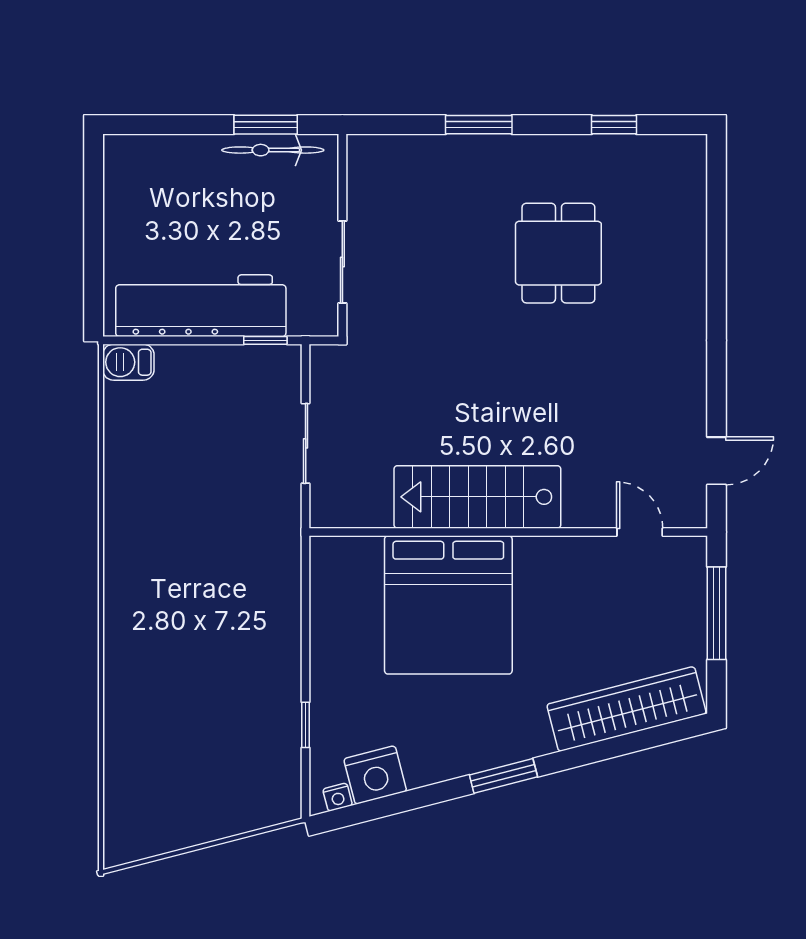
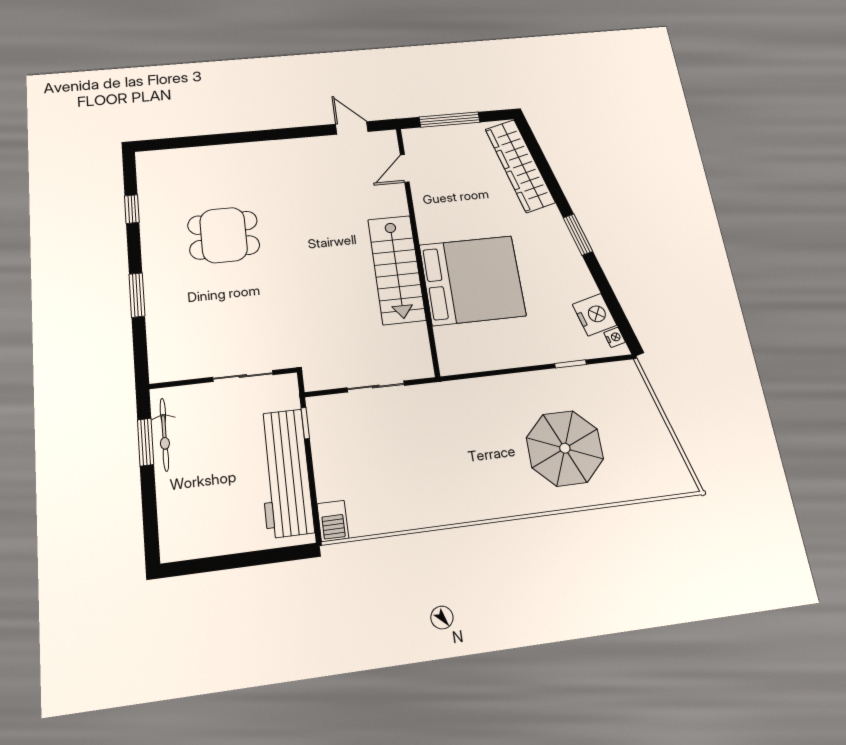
parasol: (186, 693) -> (565, 448), added

